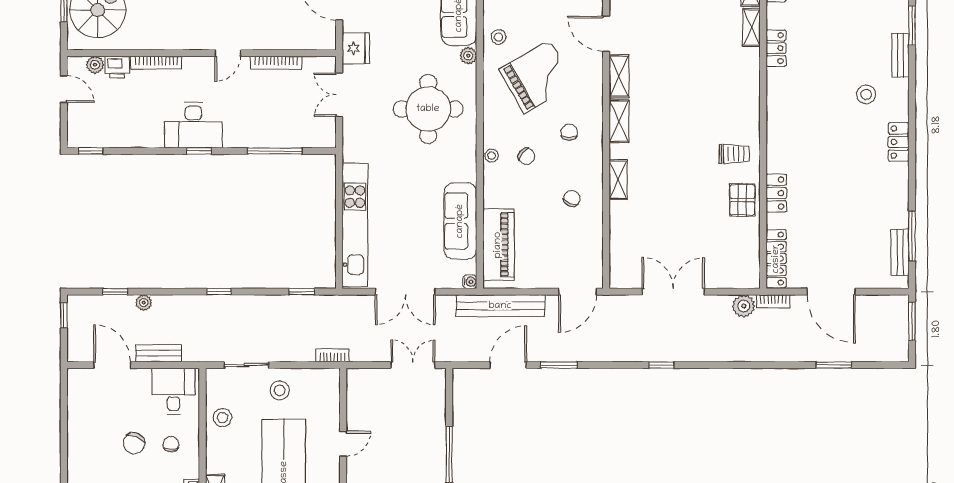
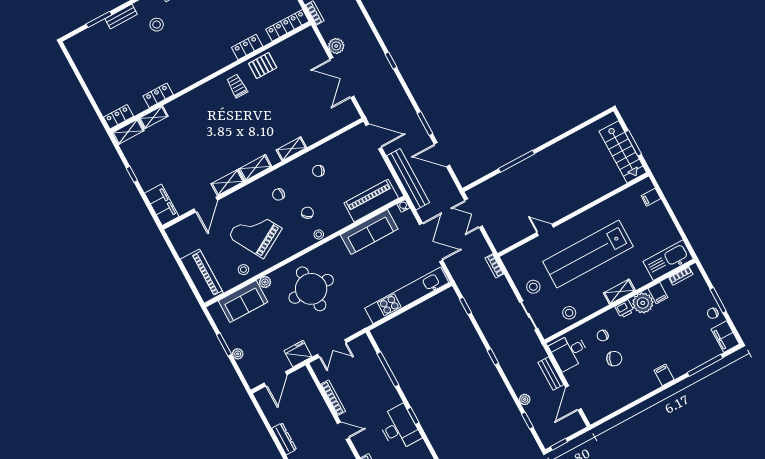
plant: (744, 306) -> (336, 46), moved

